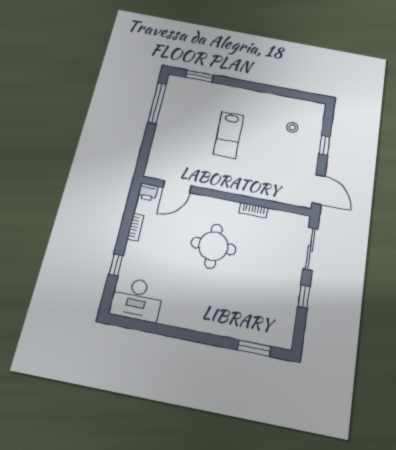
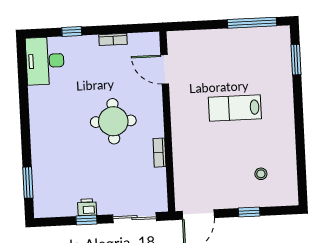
printer: (148, 192) -> (87, 207), moved, turned 90

